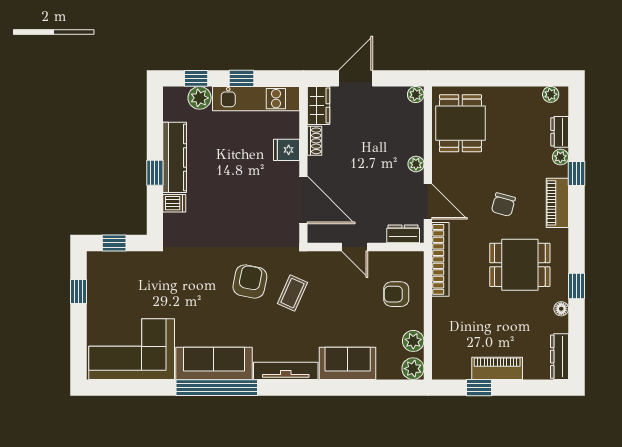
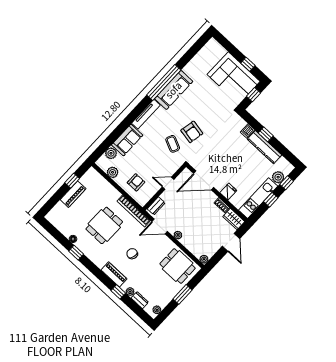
window: (495, 78) -> (182, 294), added
dining table: (520, 265) -> (104, 225), moved
corner sofa: (132, 349) -> (234, 78), moved, turned 90
dresser: (559, 357) -> (56, 222), removed
plant: (413, 369) -> (111, 153), moved

